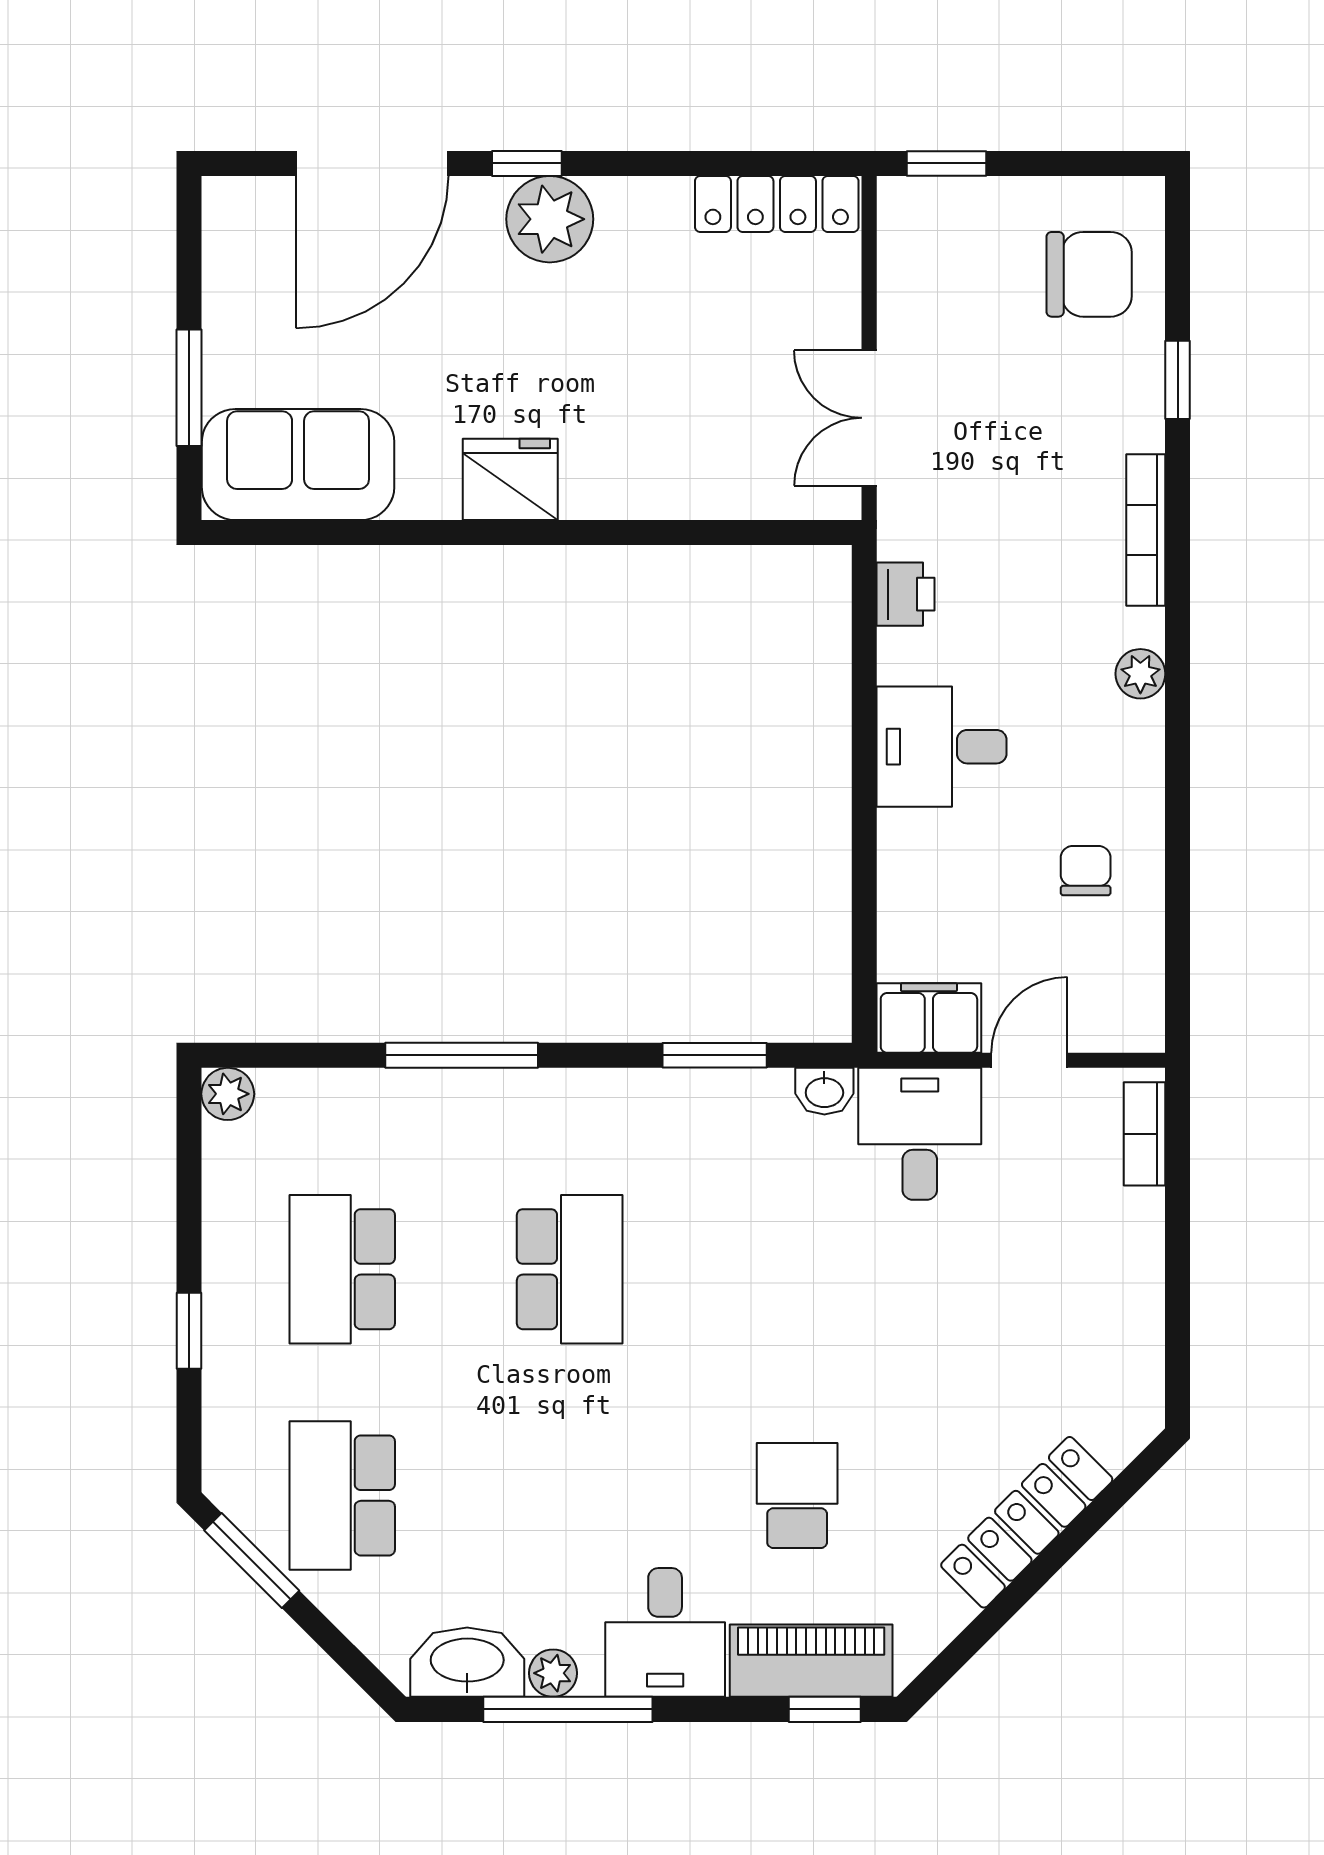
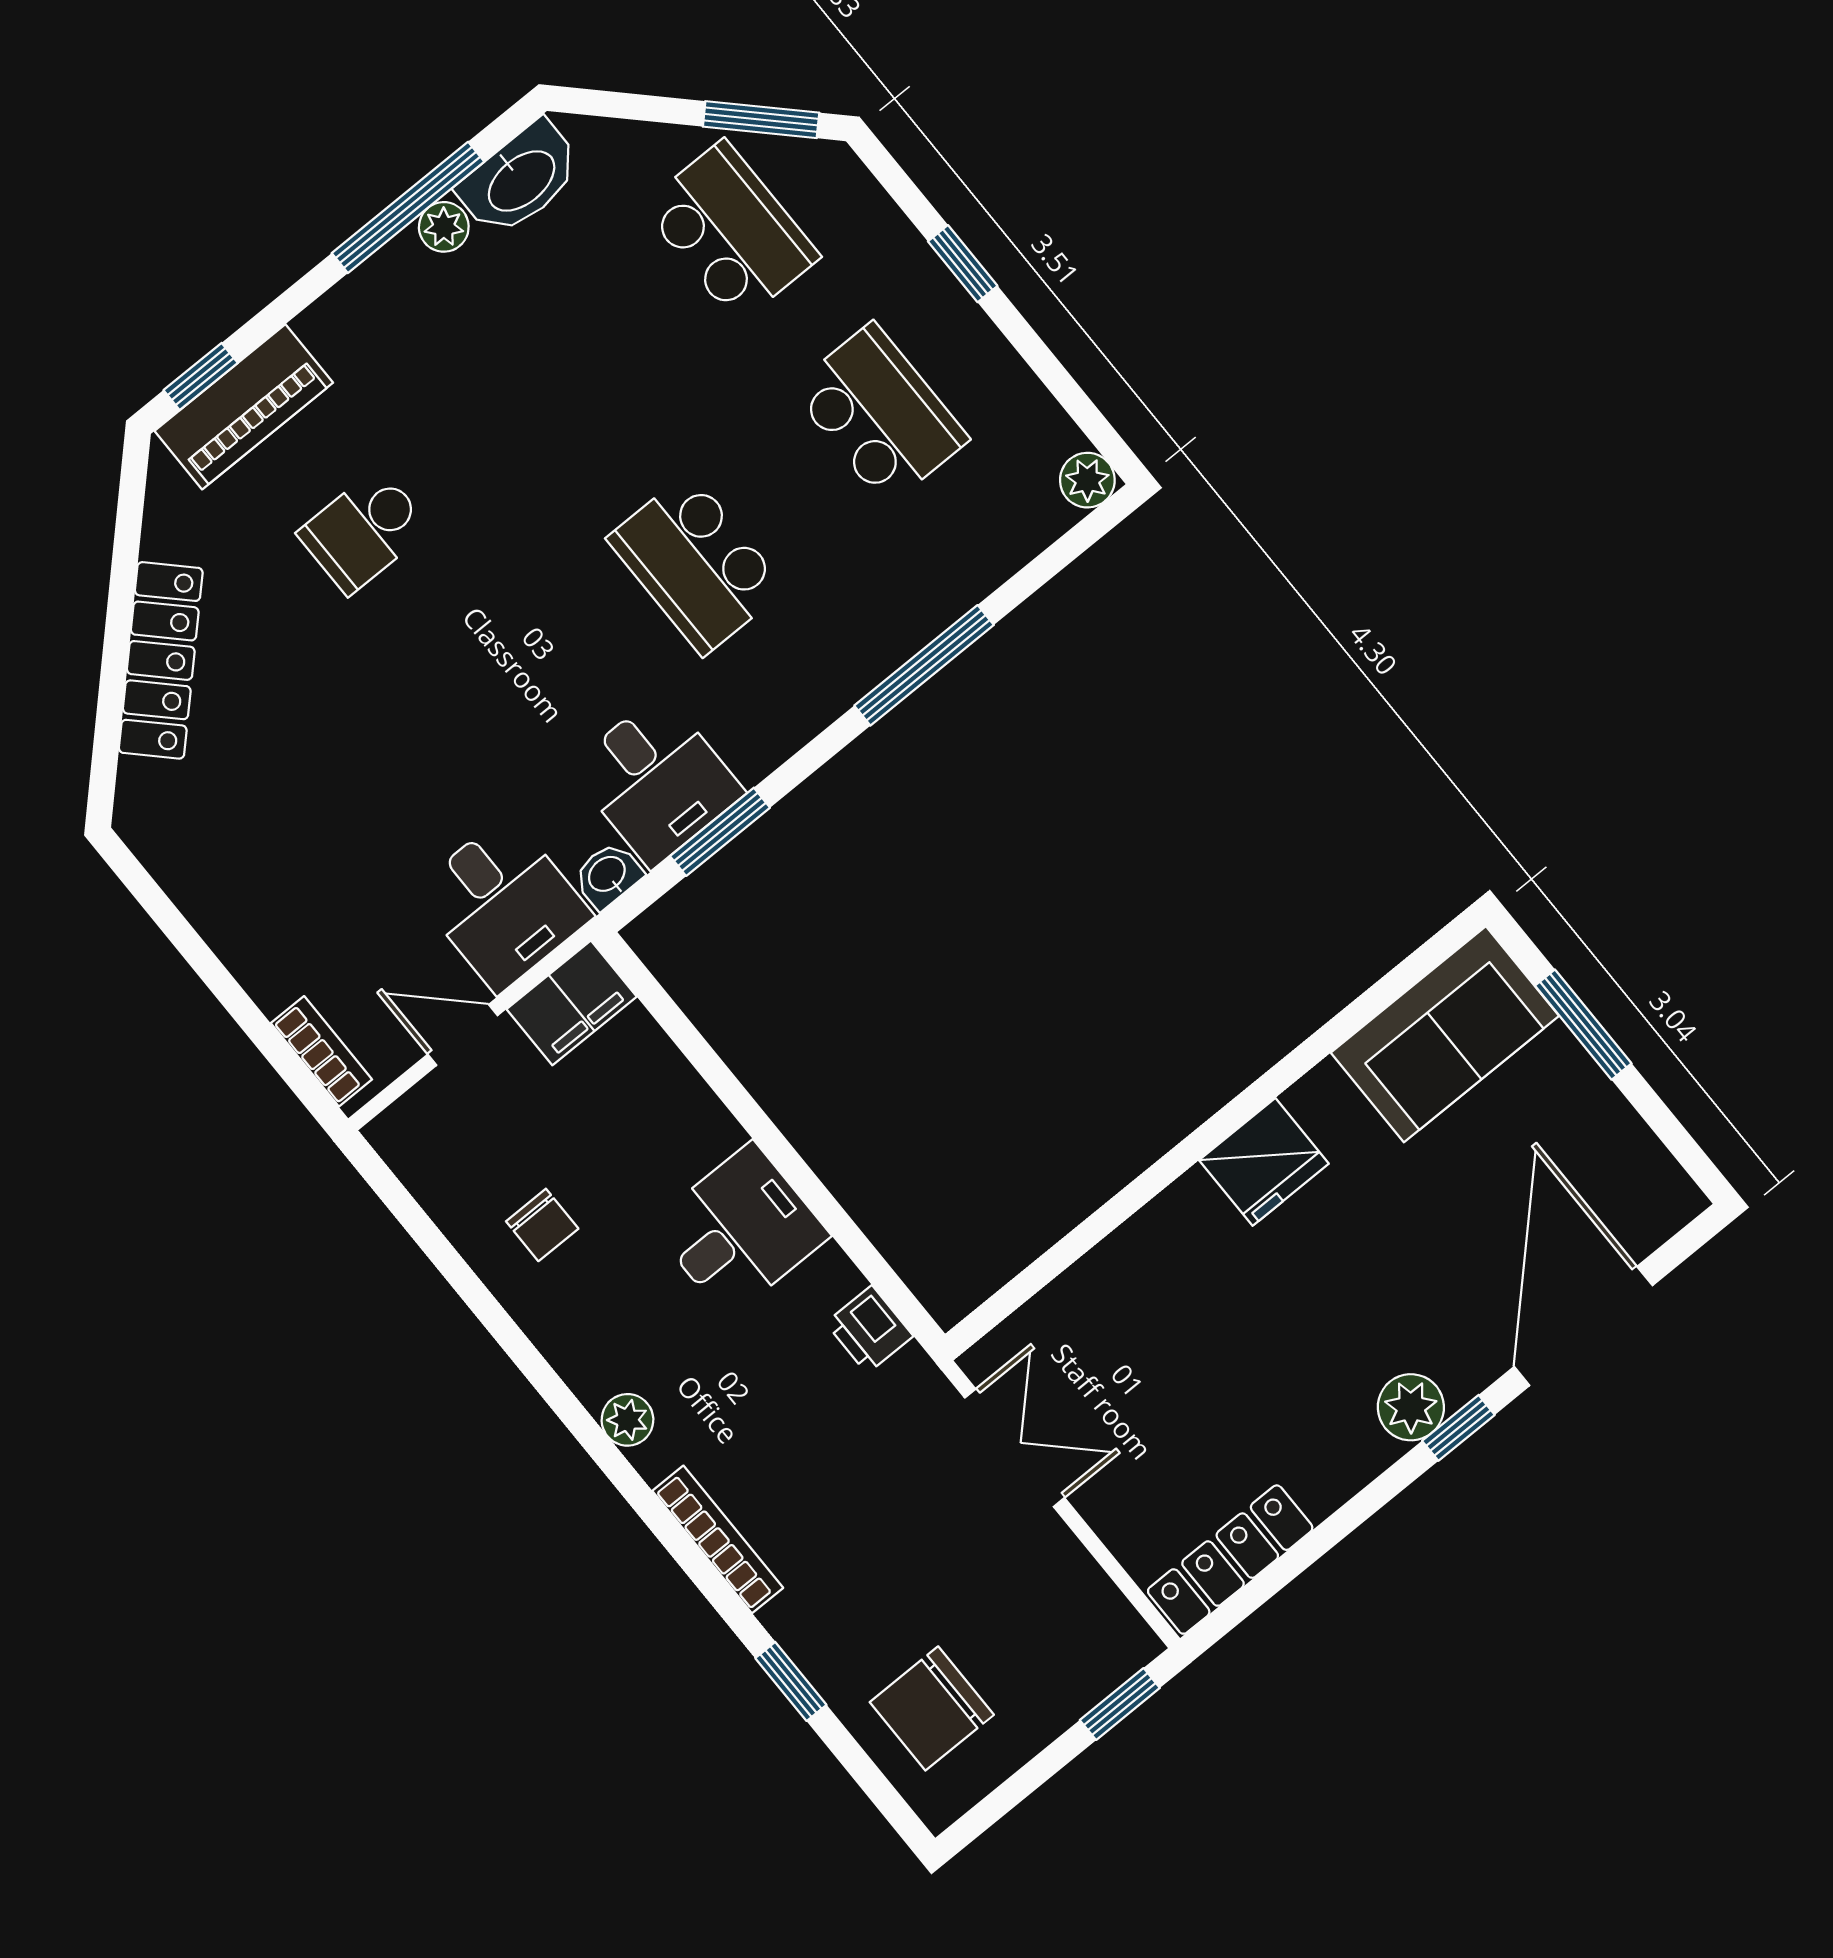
plant: (550, 219) -> (1411, 1407), width x0.73, depth x0.73
door: (1029, 1060) -> (463, 1035), swing flipped
school desk: (797, 1495) -> (364, 531), turned 90
desk: (665, 1632) -> (656, 780), moved, turned 180

